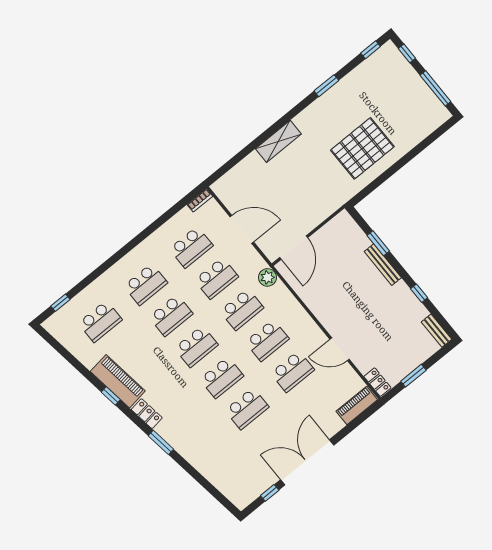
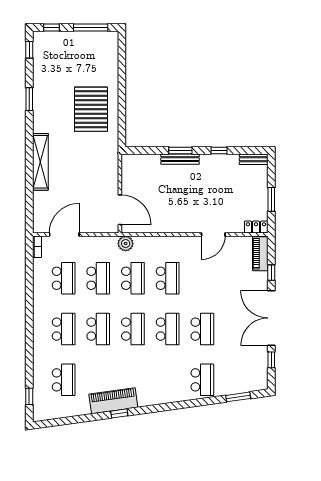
shelving: (278, 141) -> (40, 162), width x1.47
door: (242, 229) -> (64, 234), moved
window: (378, 243) -> (180, 150), moved
school desk: (292, 371) -> (202, 380), moved
locker: (147, 414) -> (151, 399), removed
window: (348, 429) -> (271, 273), added
window: (161, 442) -> (238, 397), moved

